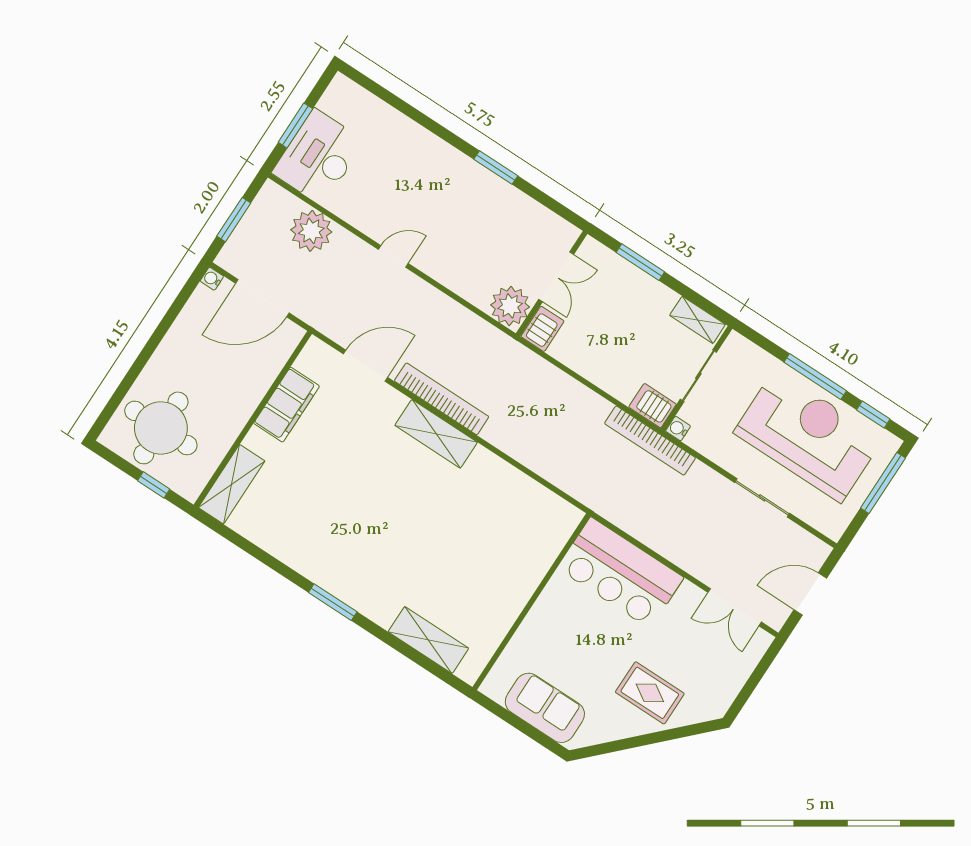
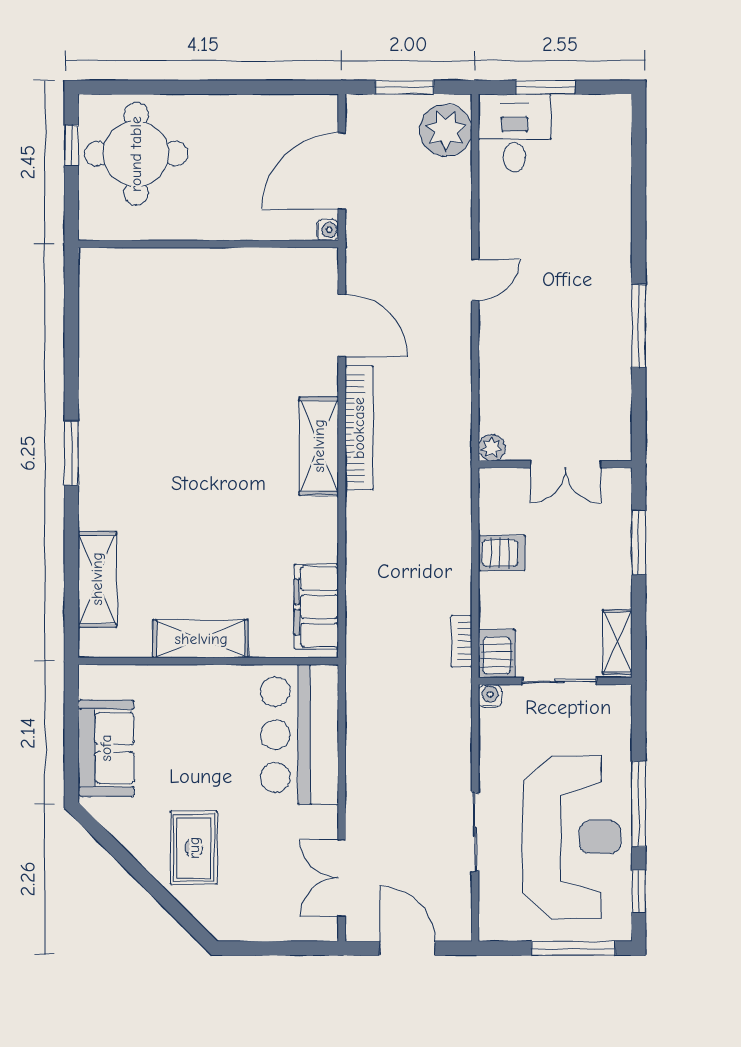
desk: (318, 157) -> (515, 133), width x0.73
window: (496, 167) -> (639, 326), width x1.44
plant: (311, 231) -> (446, 130), moved
door: (393, 256) -> (475, 280), hinge flipped
water cooler: (212, 279) -> (327, 230), moved, turned 90
door: (262, 298) -> (342, 171), hinge flipped
plant: (510, 306) -> (492, 448), width x0.53, depth x0.53
server rack: (543, 329) -> (502, 553), moved
filing cabinet: (287, 405) -> (316, 607), moved, turned 90
bookcase: (650, 441) -> (461, 641), width x0.43, depth x0.76
shelving: (232, 484) -> (201, 639), moved
window: (154, 485) -> (71, 145), moved

